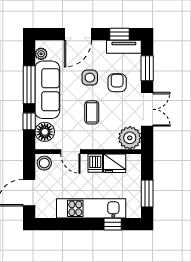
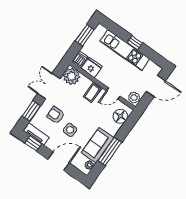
armchair: (117, 83) -> (56, 115), turned 90
sofa: (47, 90) -> (98, 145), width x0.73
coffee table: (92, 112) -> (92, 93), moved
window: (29, 121) -> (125, 129), removed
door: (70, 152) -> (113, 93), swing flipped
dishwasher: (95, 163) -> (80, 59), moved
window: (113, 224) -> (135, 43), moved

